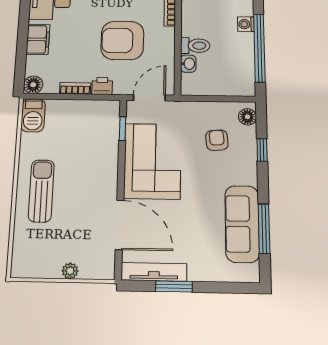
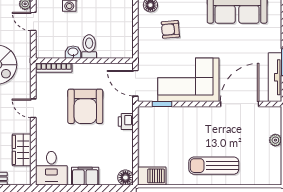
washbasin: (188, 64) -> (73, 52), moved
bookcase: (75, 88) -> (128, 143), removed

